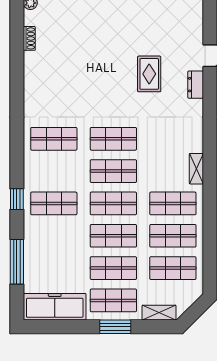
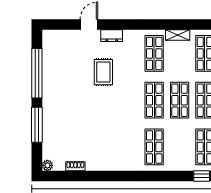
rug: (149, 74) -> (103, 72), turned 90
shop shelf: (173, 139) -> (154, 53), added

